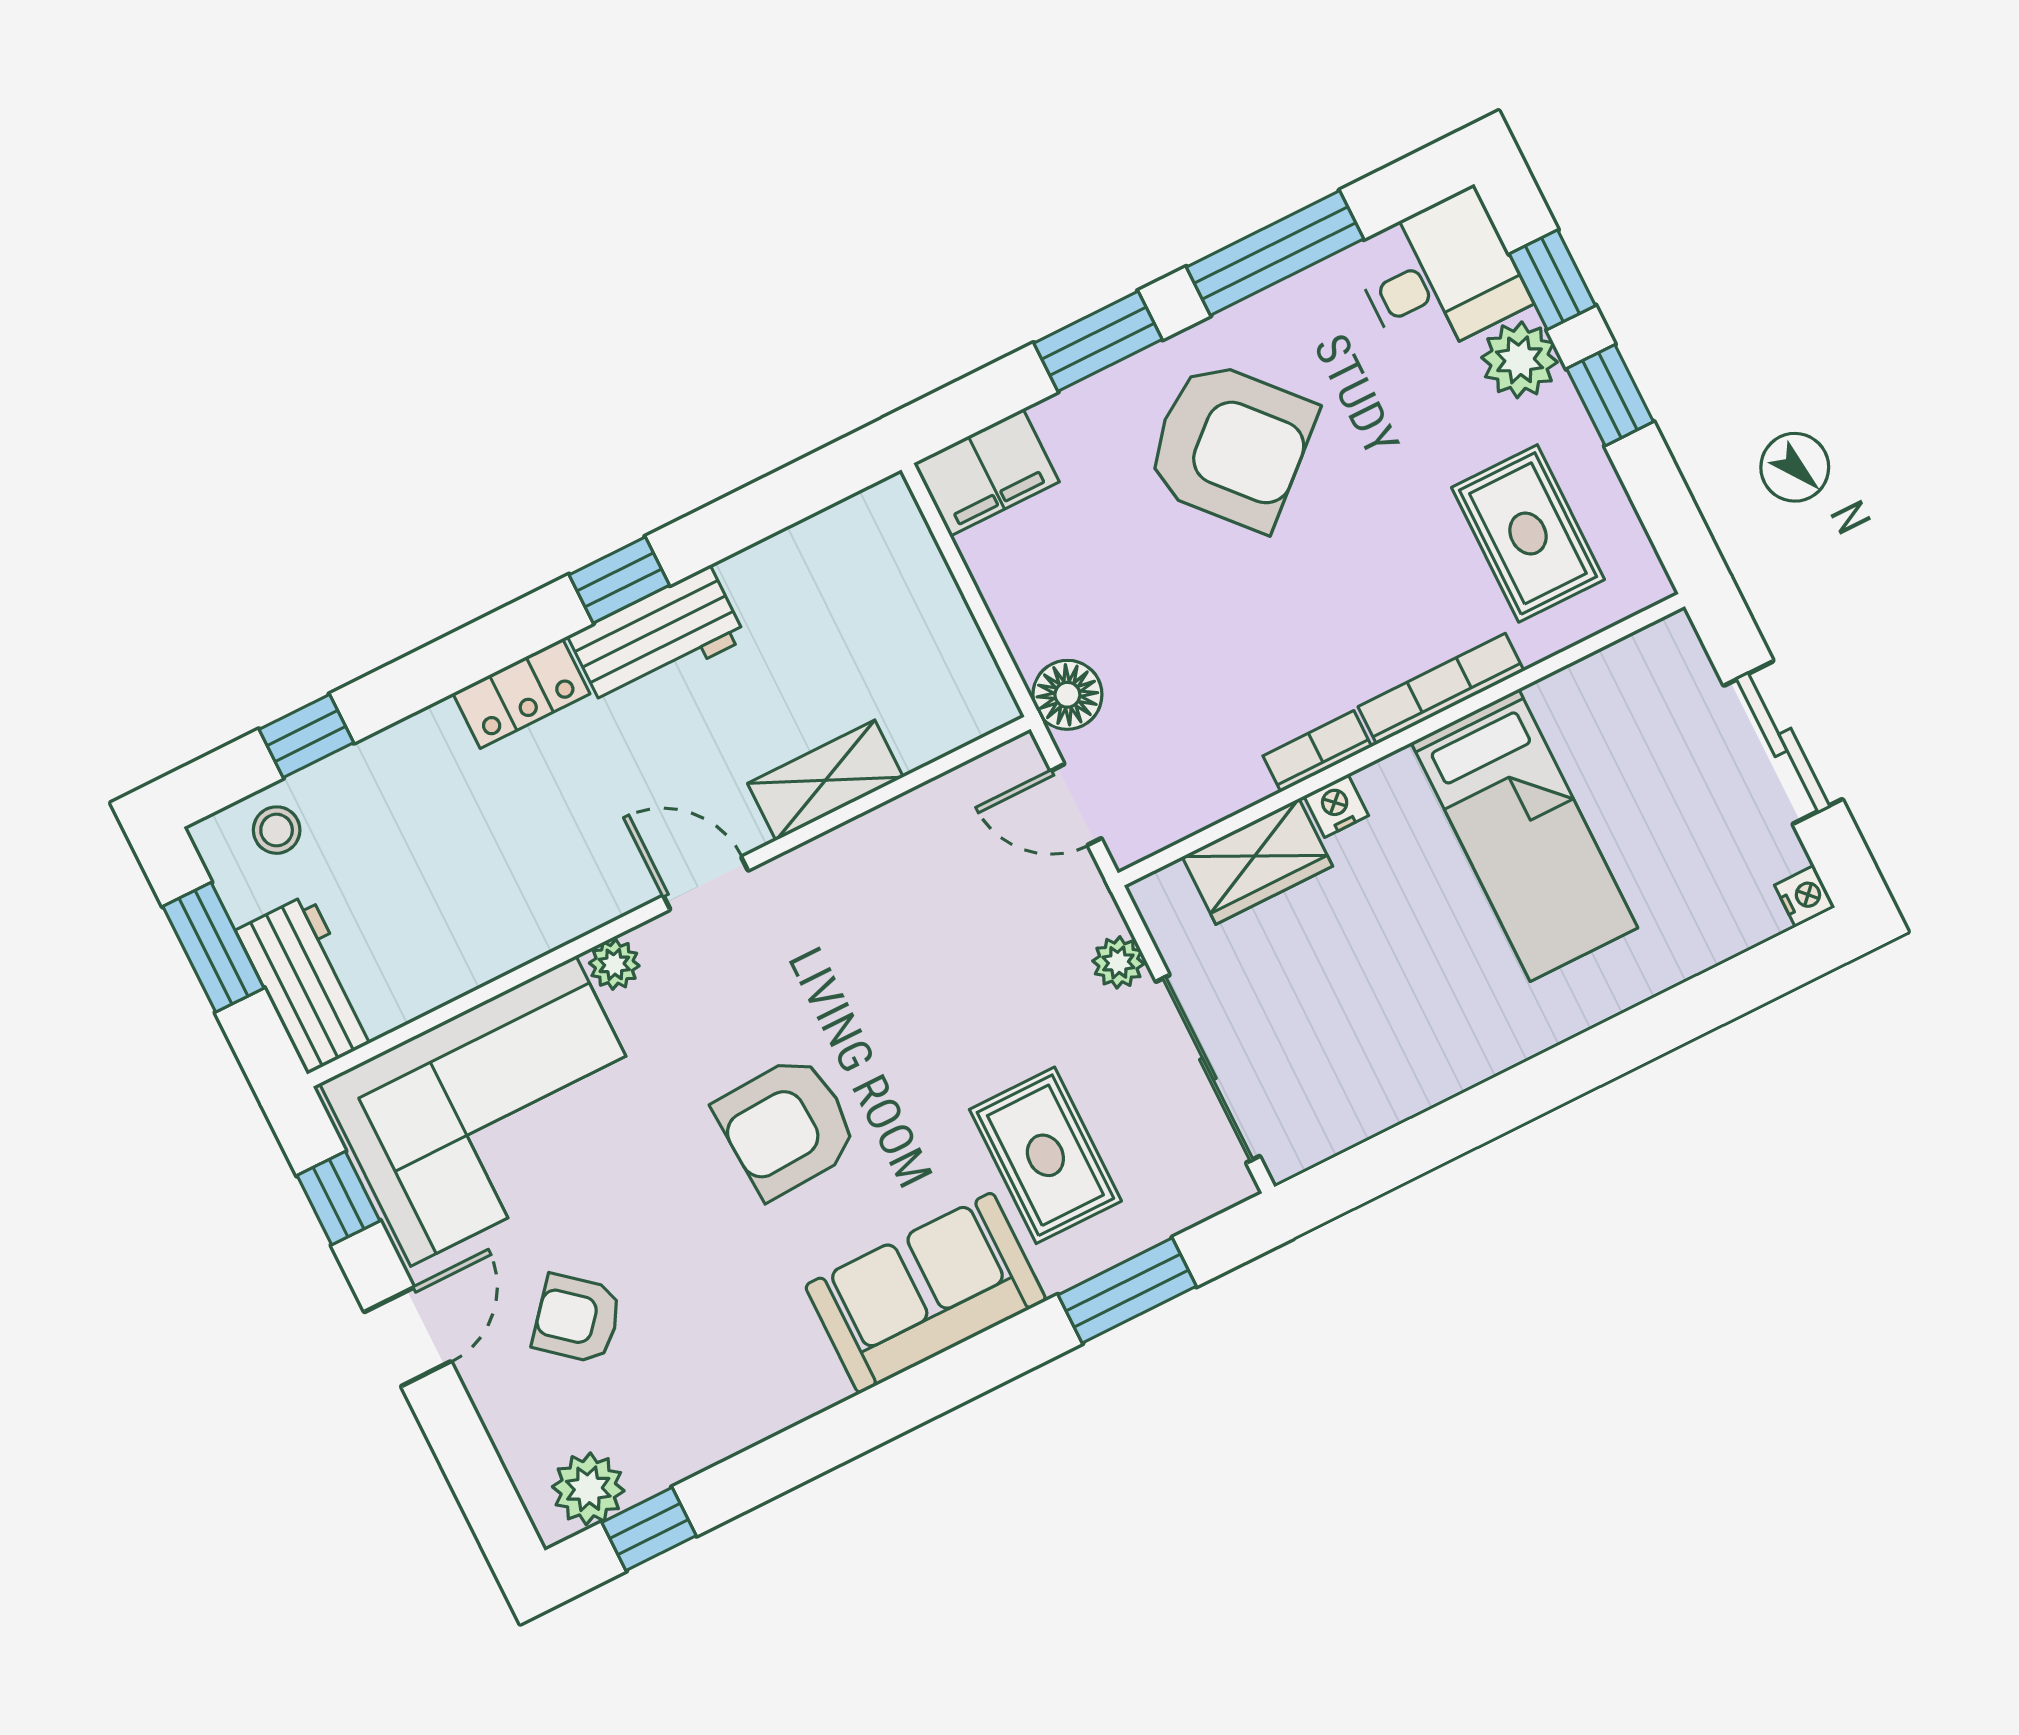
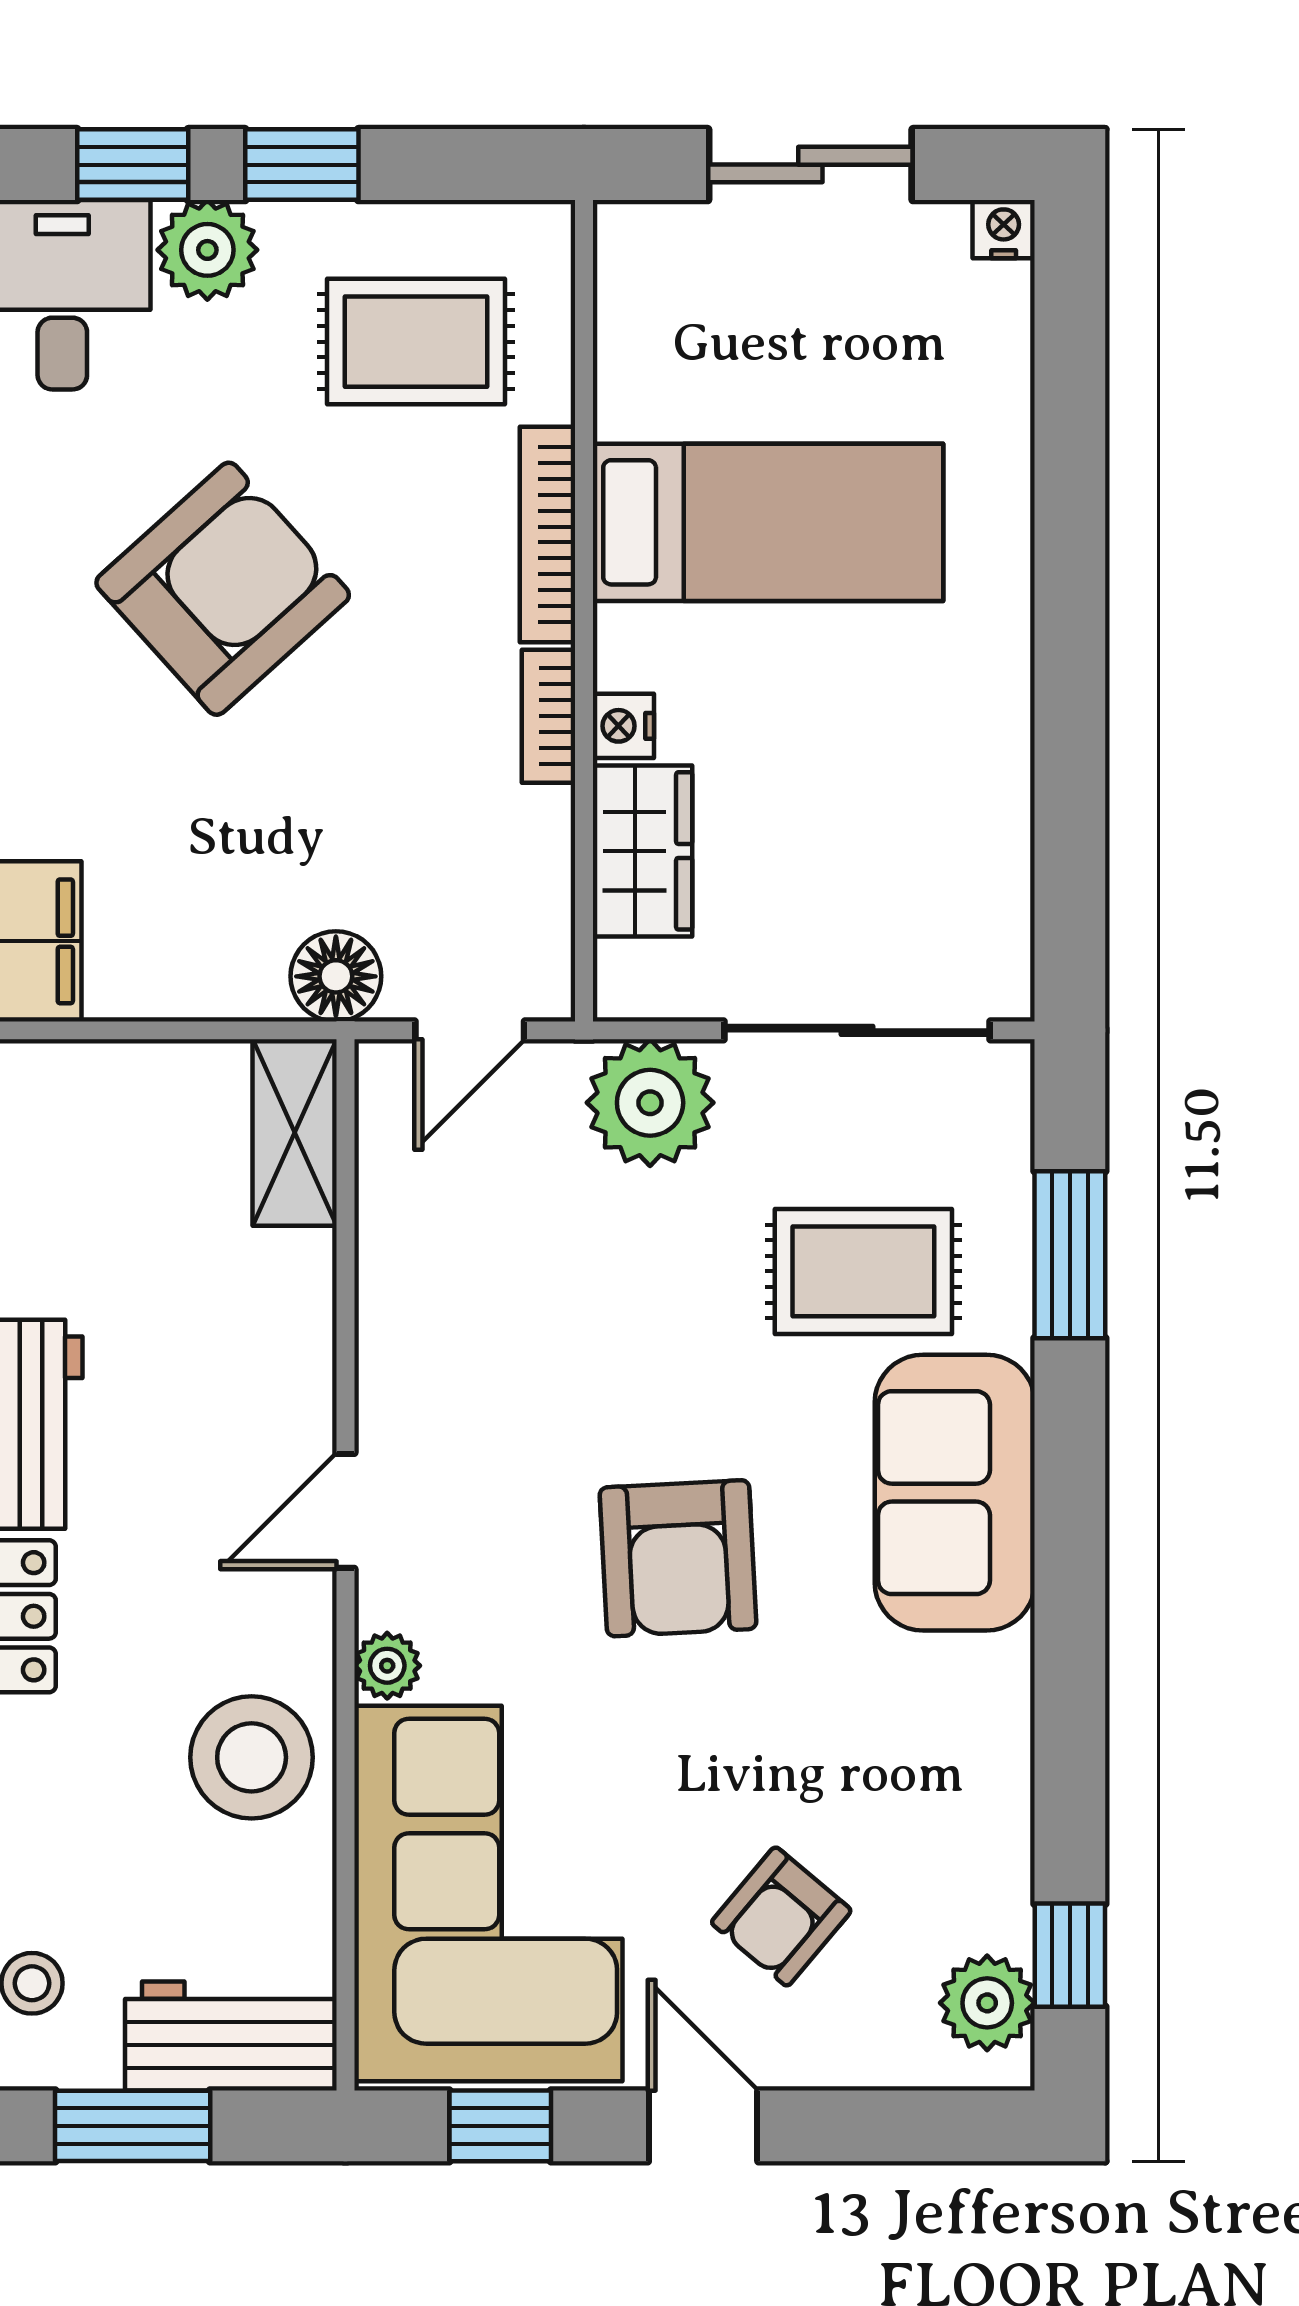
armchair: (1230, 445) -> (223, 589), moved
shelving: (825, 780) -> (295, 1132), moved
stool: (505, 903) -> (252, 1757), added
plant: (1118, 962) -> (650, 1103), width x1.88, depth x1.88

